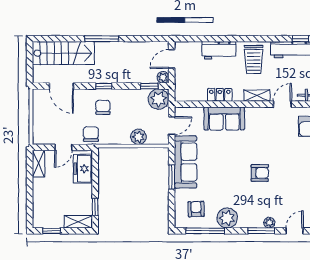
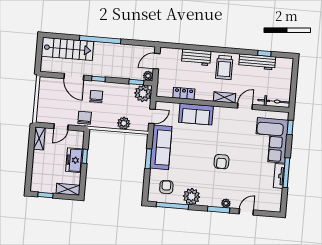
window: (102, 39) -> (100, 40), width x1.46
door: (61, 86) -> (74, 77), moved
locker: (220, 95) -> (184, 93), moved
freezer: (83, 169) -> (74, 160), moved
armchair: (260, 173) -> (221, 162), turned 90
window: (95, 207) -> (85, 156), moved

